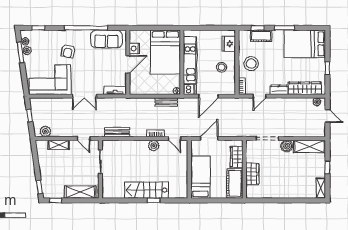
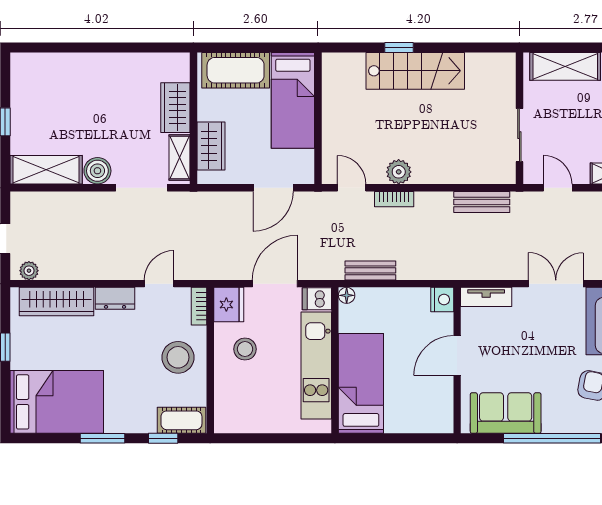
cot: (261, 36) -> (181, 420), moved
fridge: (229, 44) -> (229, 305), moved
nightstand: (134, 48) -> (442, 300), moved
bed: (165, 52) -> (361, 383), width x0.67
cot: (235, 183) -> (236, 70), moved, turned 90
shelving: (321, 188) -> (180, 157), moved

